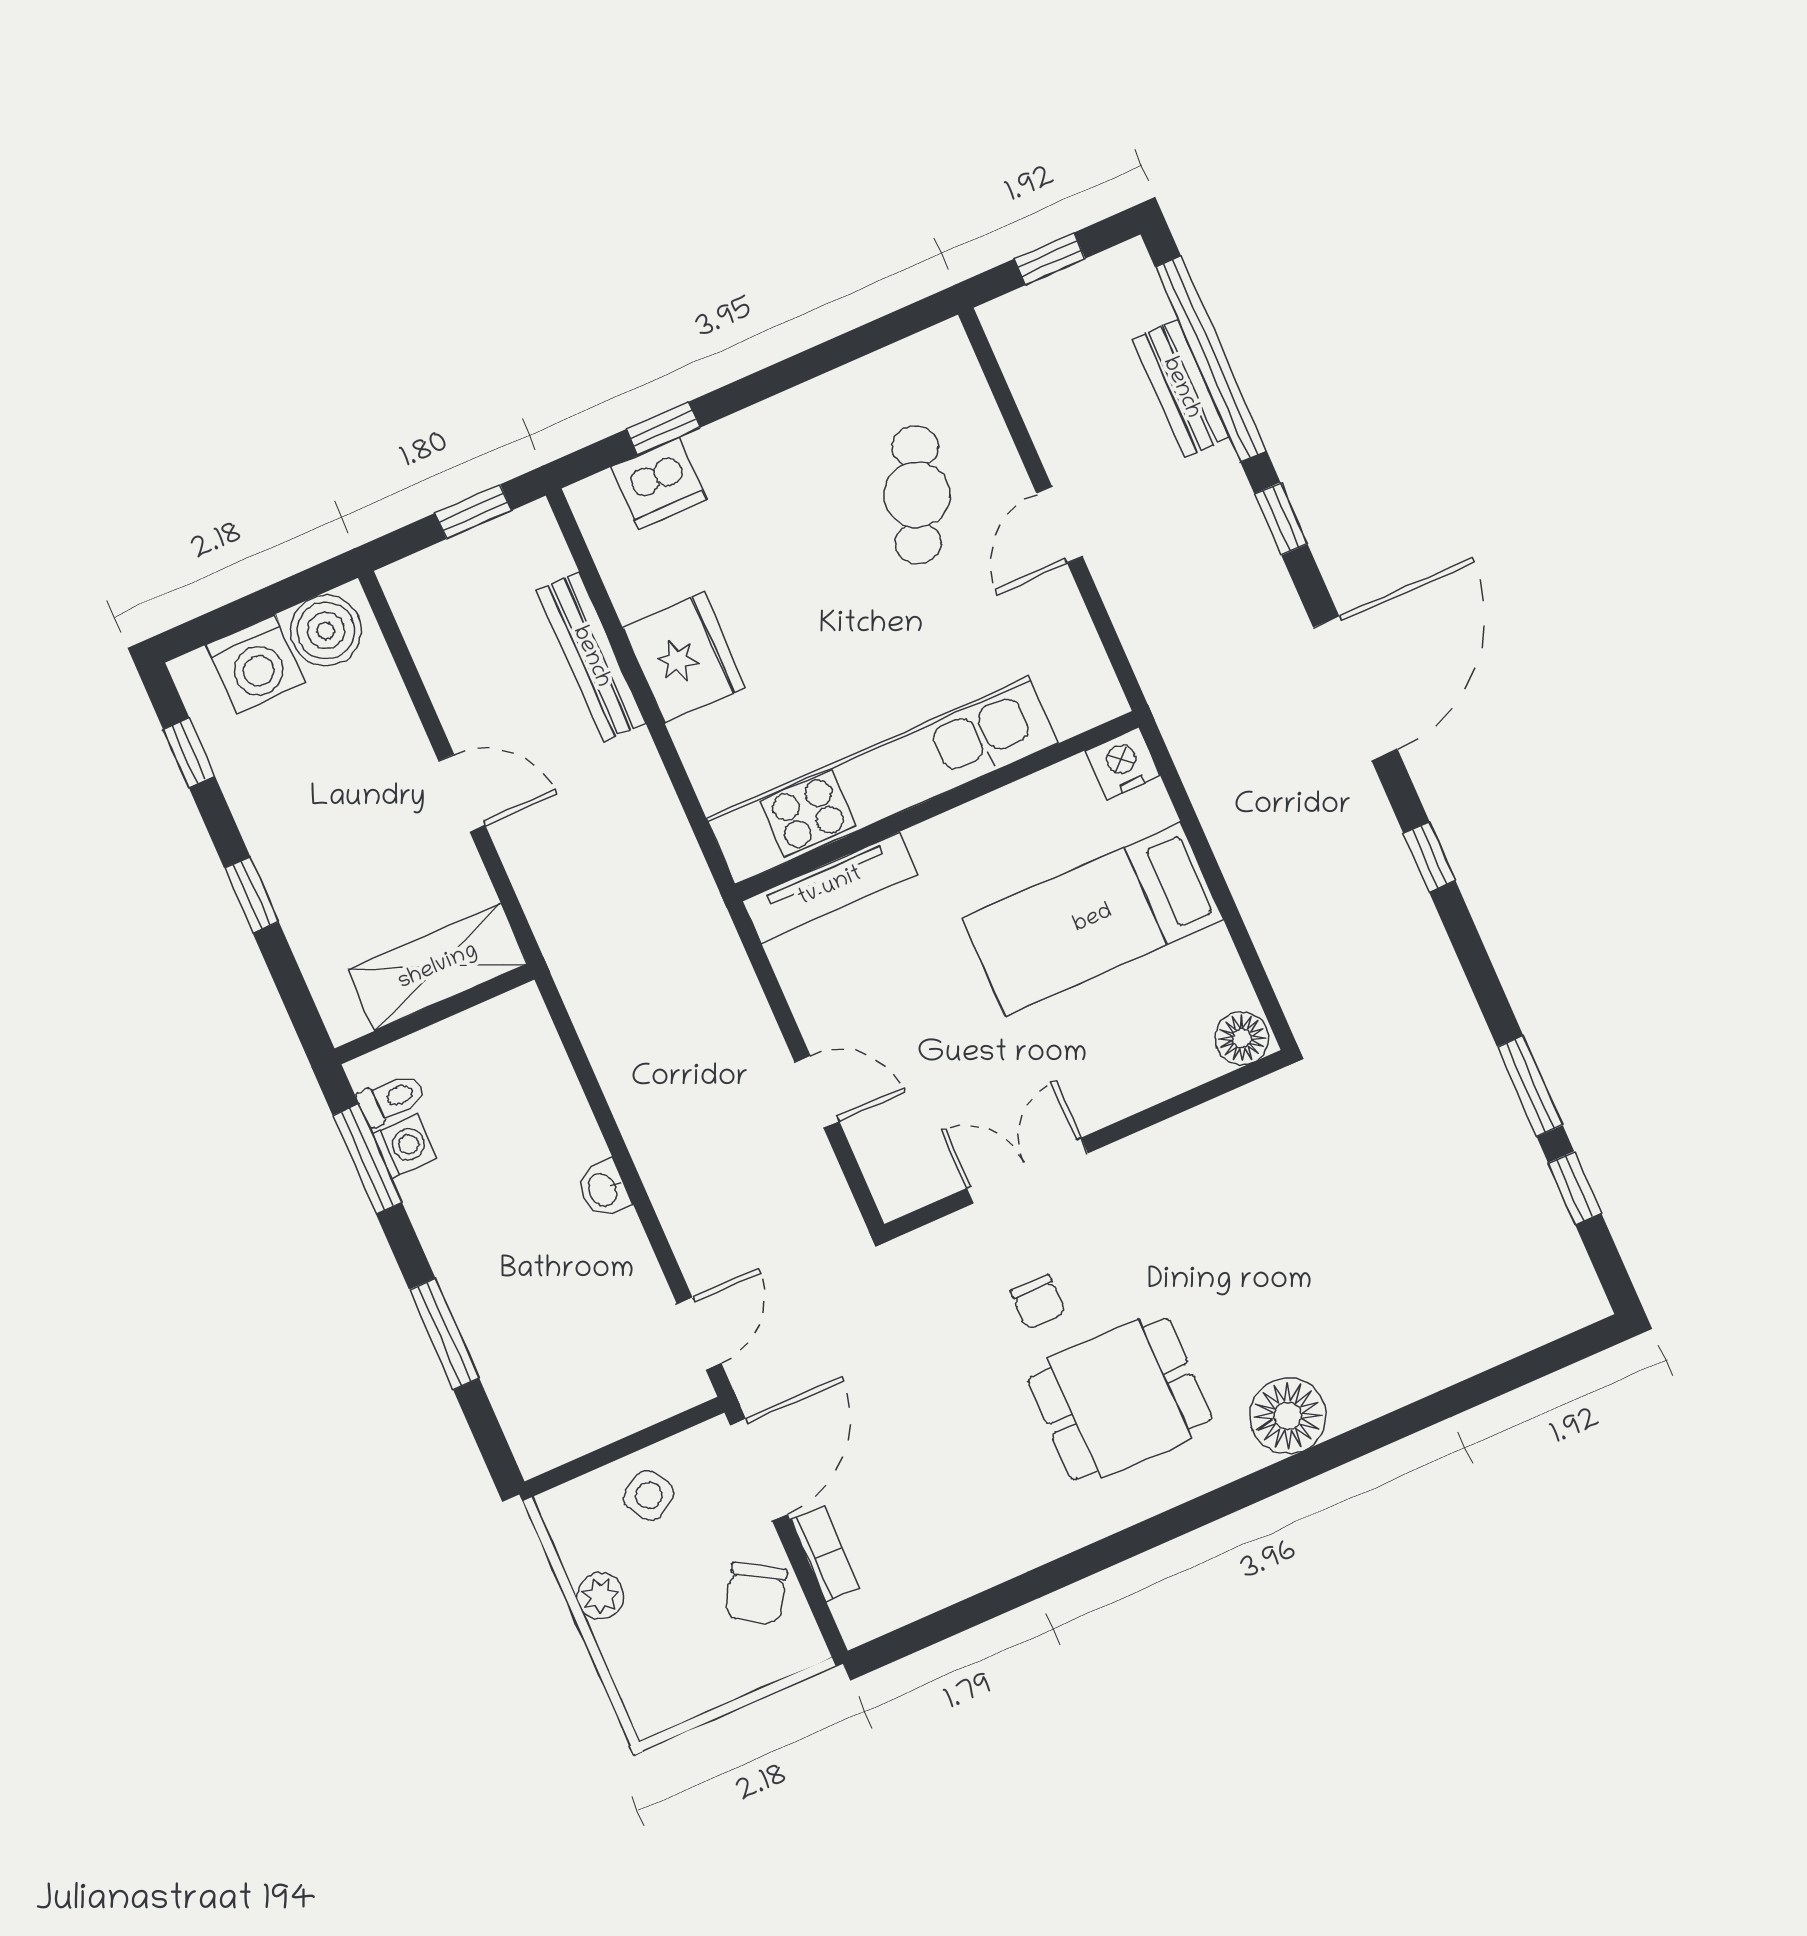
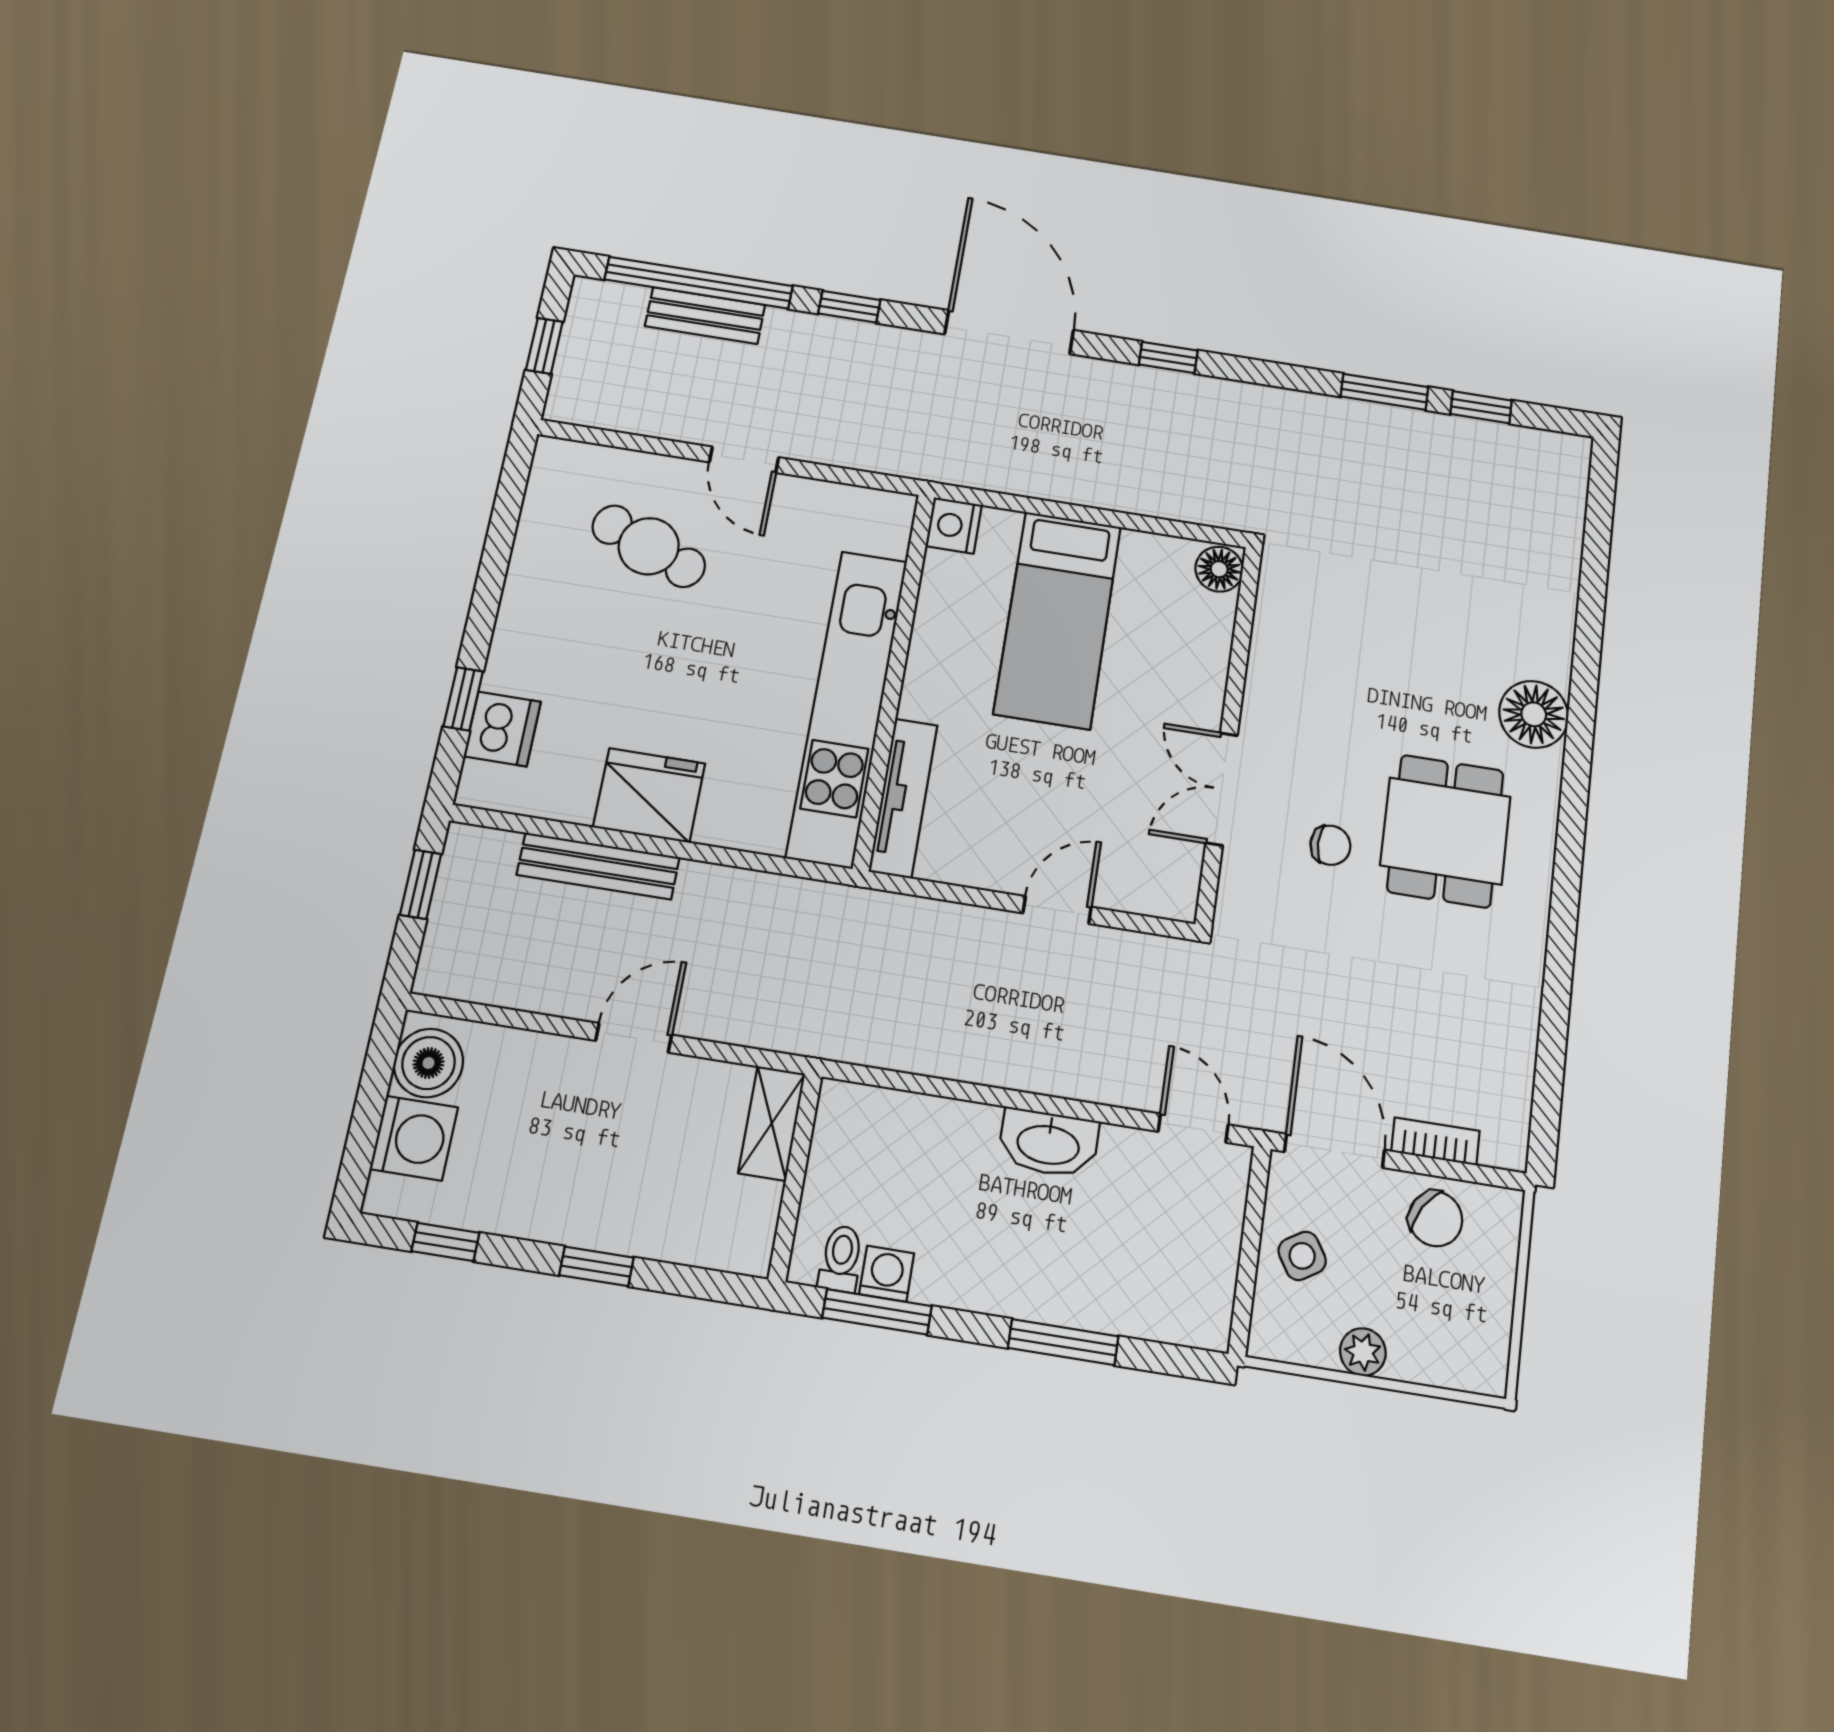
shelving: (438, 967) -> (772, 1123), width x0.67, depth x0.75
washbasin: (603, 1189) -> (1048, 1143), width x1.91, depth x1.45

